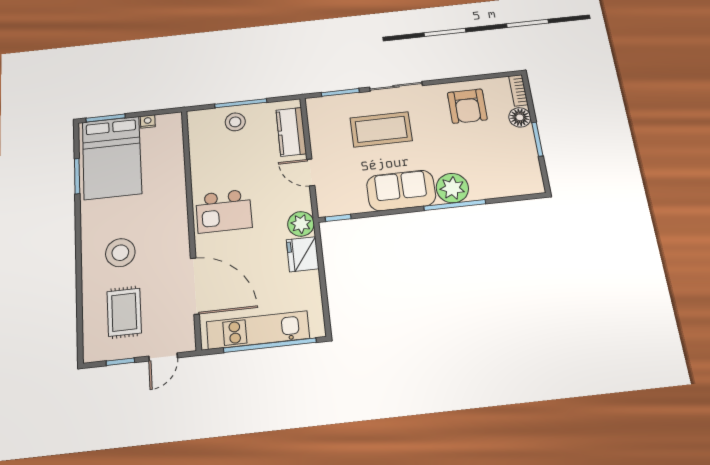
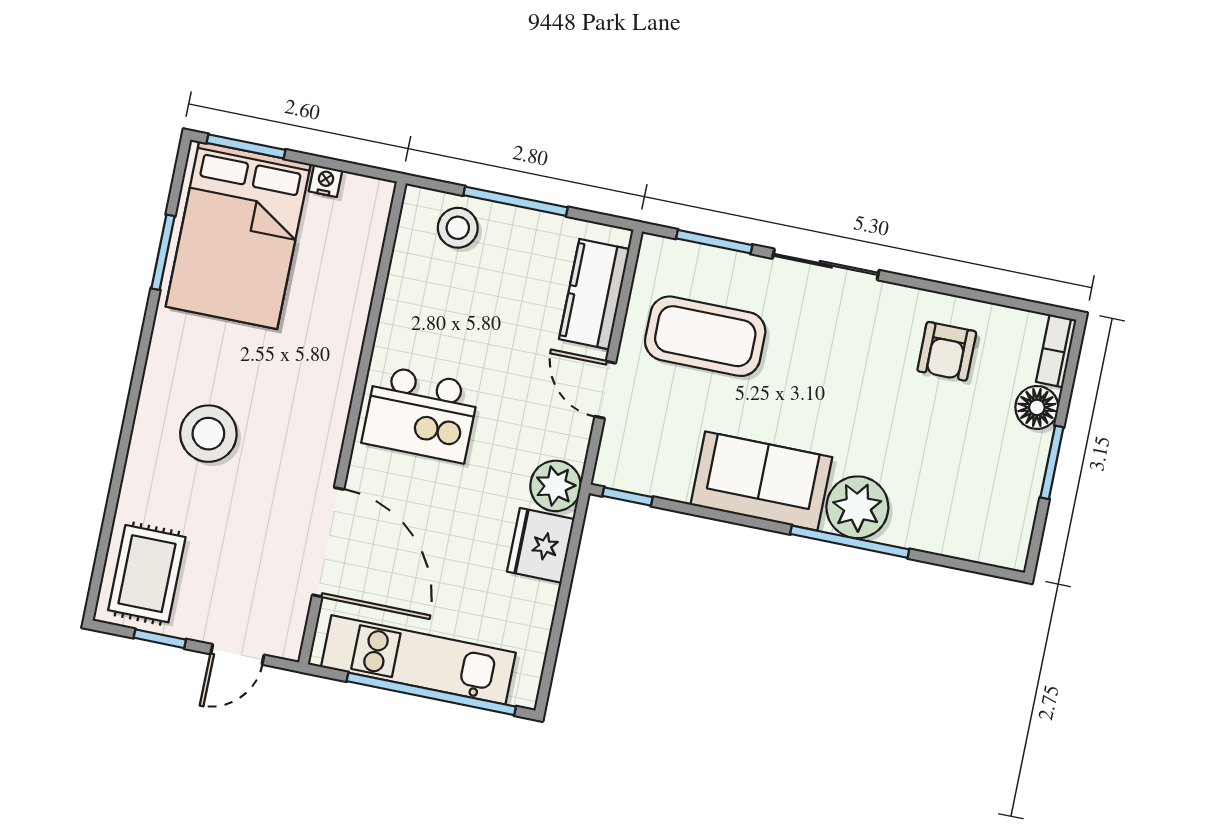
armchair: (467, 106) -> (947, 351), width x0.72, depth x0.72
stool: (235, 122) -> (458, 228), moved
coffee table: (381, 129) -> (705, 336), moved
rug: (124, 312) -> (147, 574), moved

